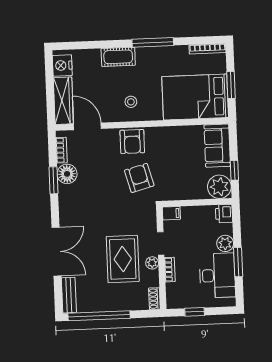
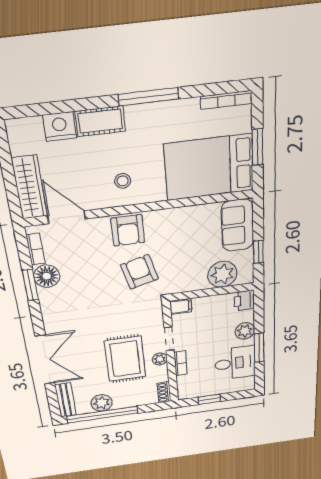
nightstand: (62, 65) -> (60, 127), moved, turned 90
plant: (219, 187) -> (222, 274), moved
desk: (217, 275) -> (235, 363), width x0.73
plant: (99, 303) -> (102, 403), added

